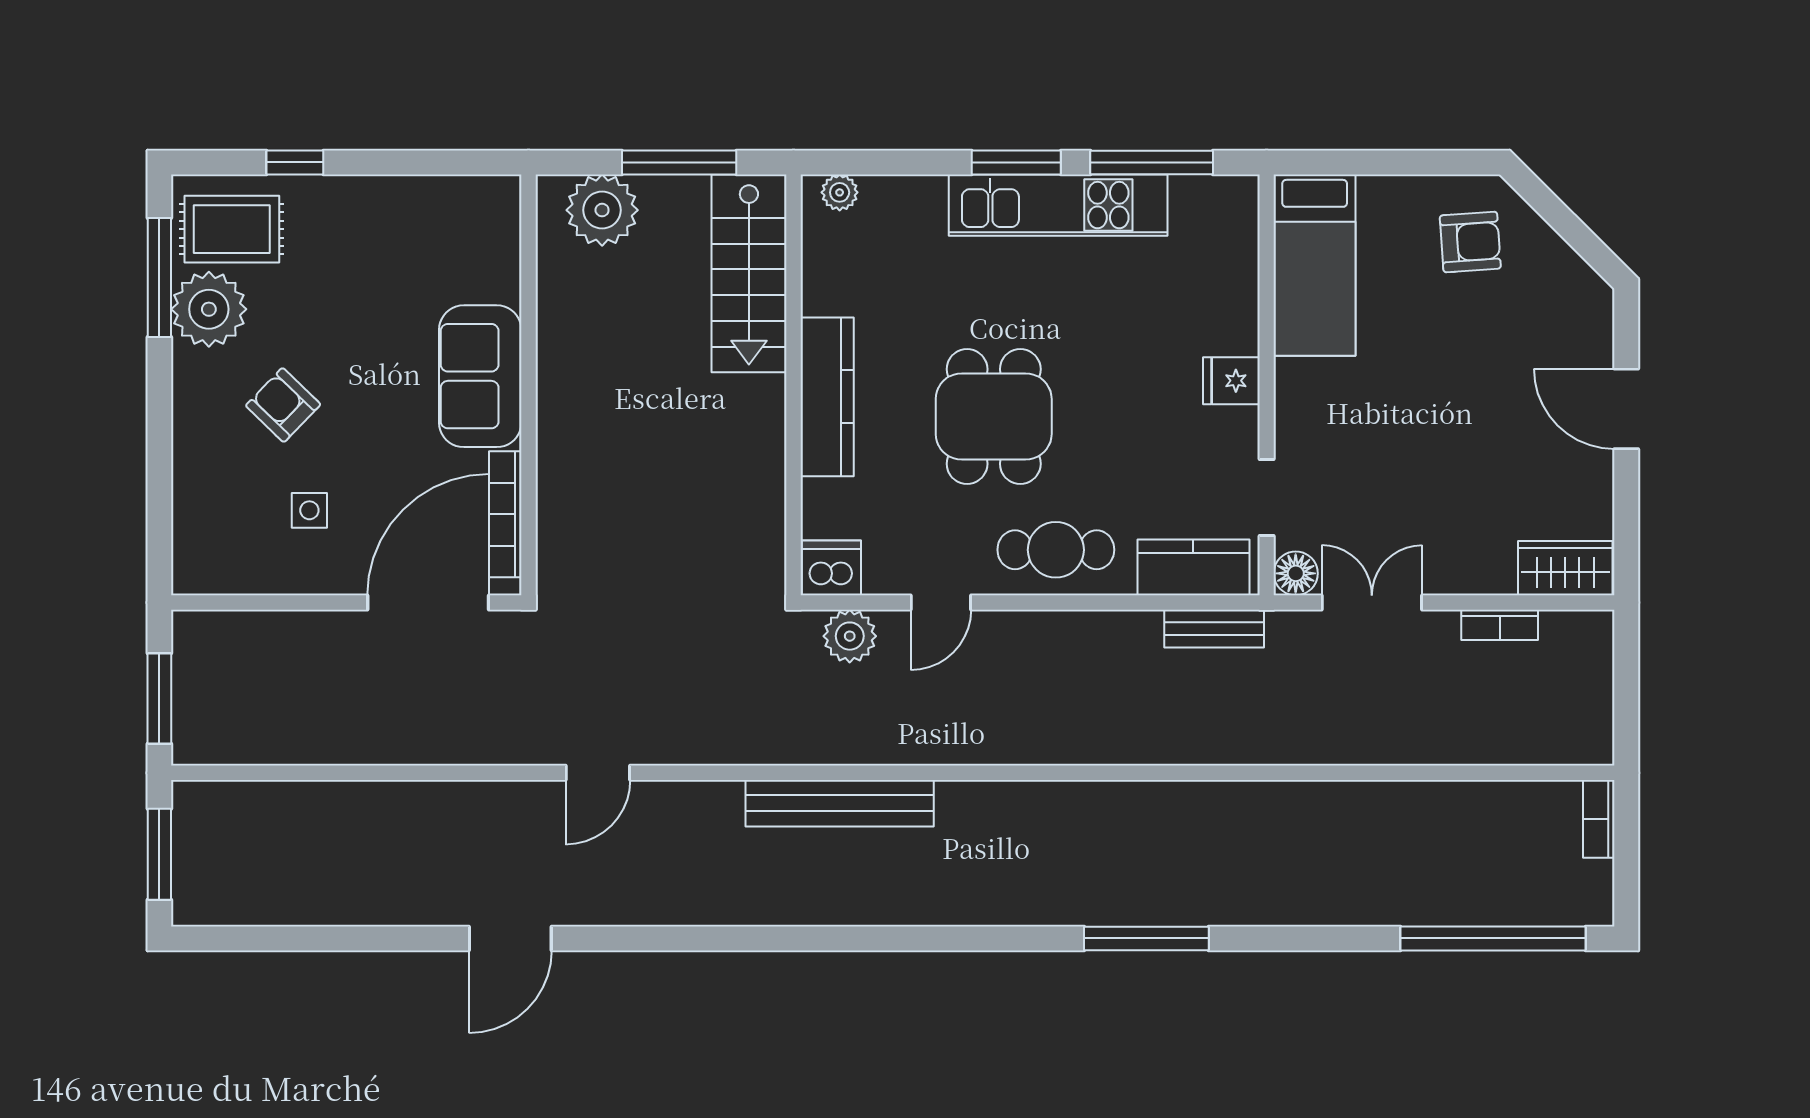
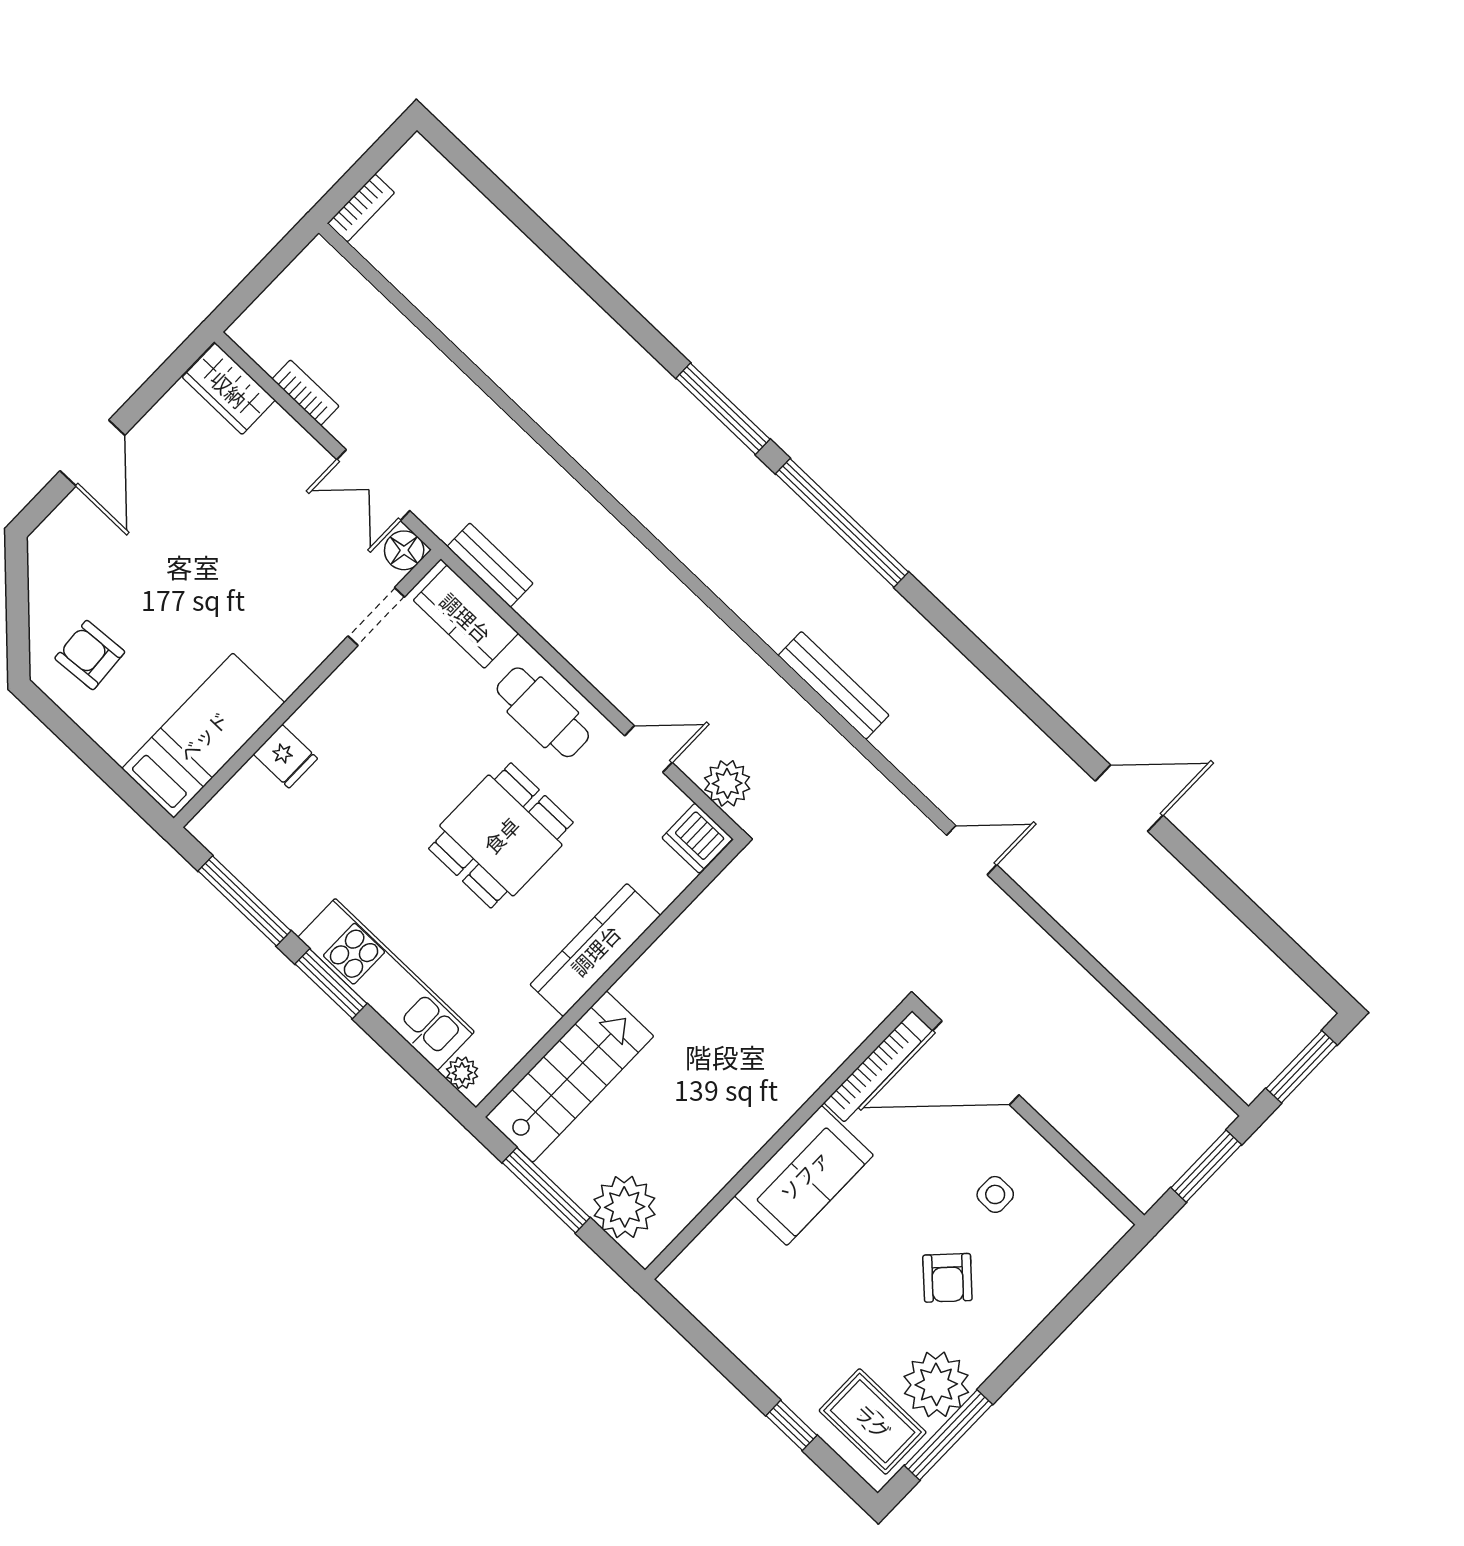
kitchen unit: (1058, 205) -> (386, 984), moved
fridge: (1231, 381) -> (286, 756), moved
bench: (840, 803) -> (834, 685), width x0.73, depth x0.82
window: (1493, 938) -> (842, 523), moved

